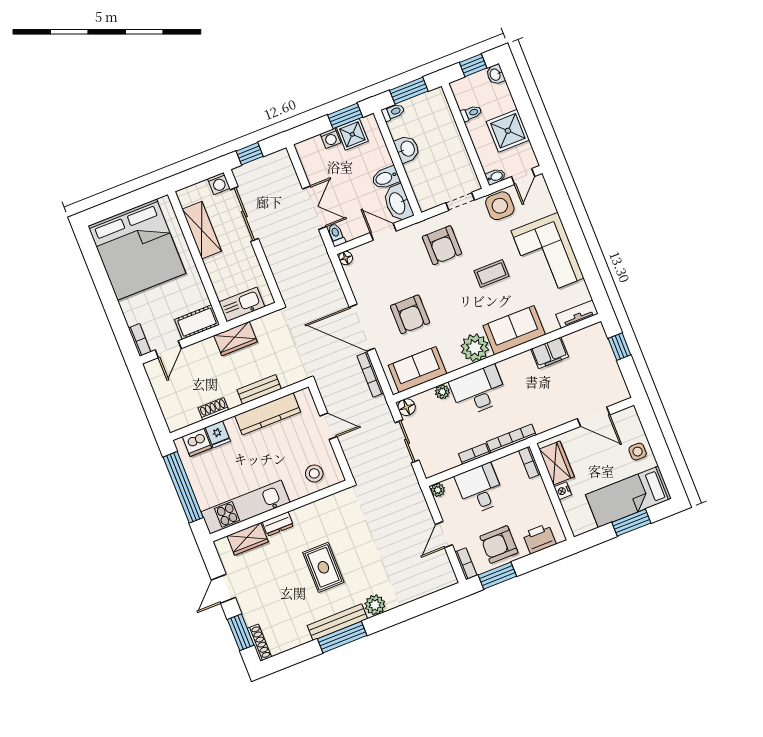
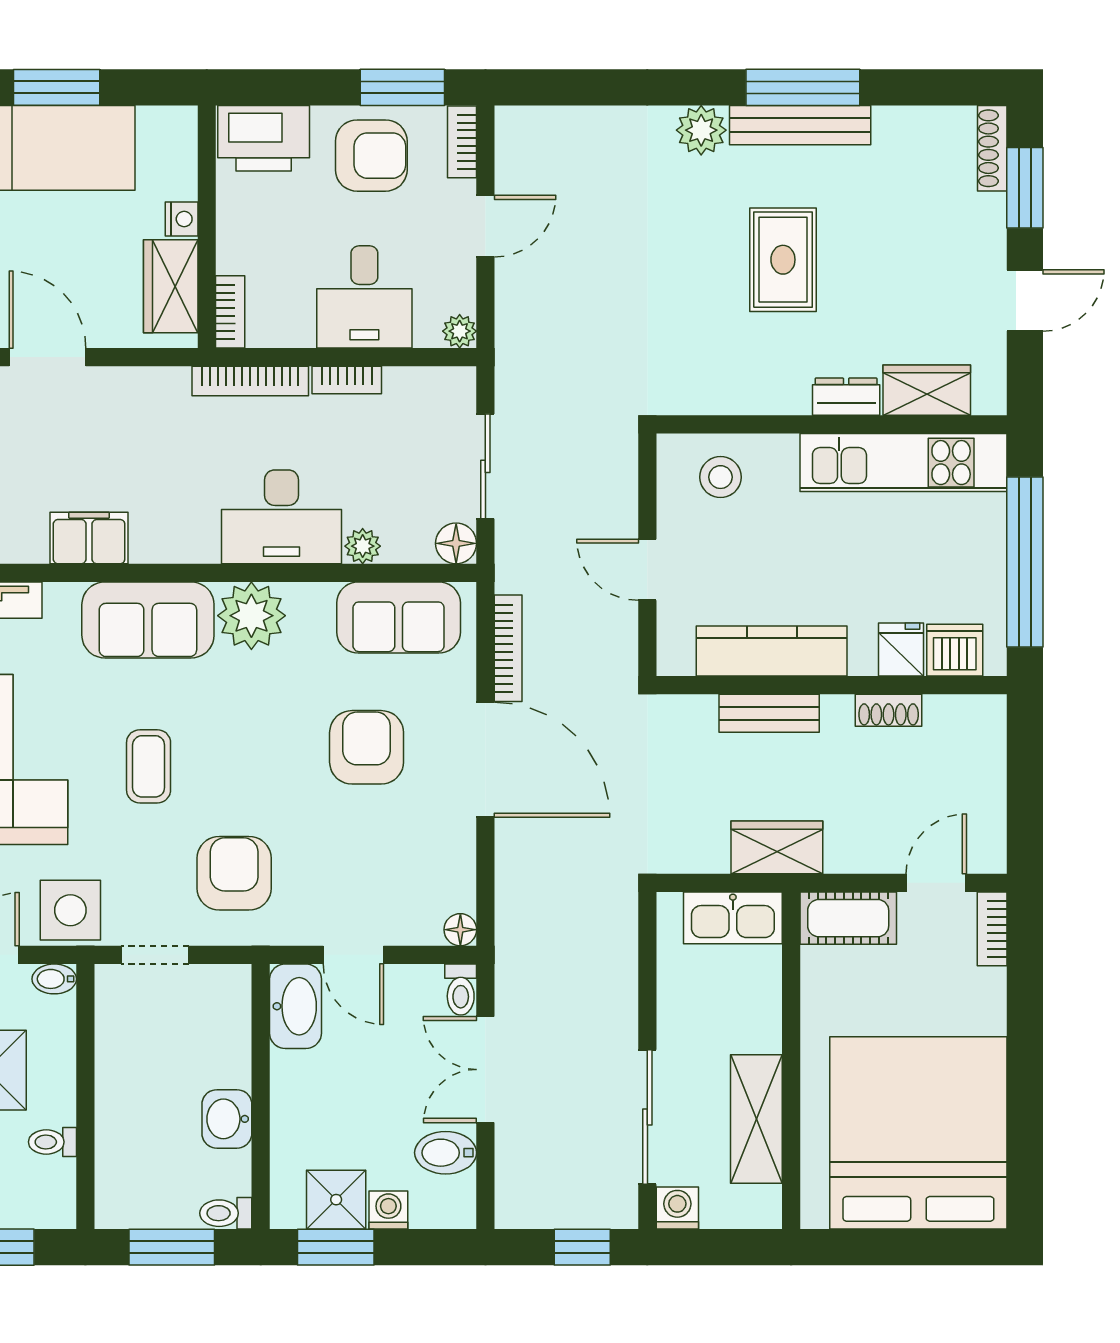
bidet: (385, 178) -> (446, 1153), moved, turned 180
coffee table: (492, 274) -> (149, 766), turned 90
printer: (539, 539) -> (264, 138), width x1.37, depth x1.19

